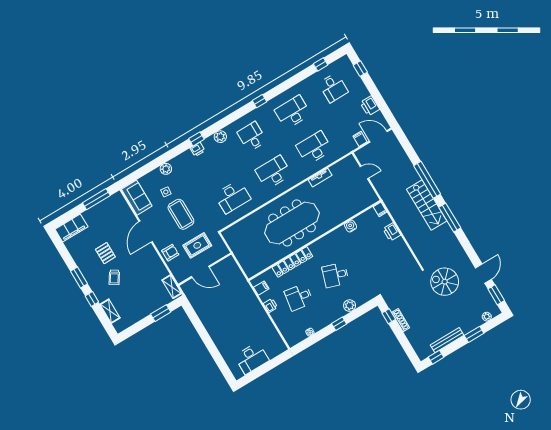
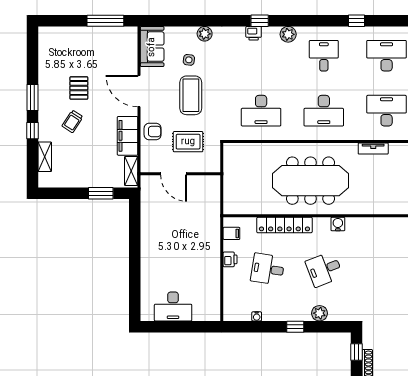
desk: (273, 172) -> (324, 111), turned 180
water cooler: (351, 226) -> (338, 224), moved
filing cabinet: (71, 228) -> (128, 136), moved, turned 90
door: (146, 232) -> (139, 91), hinge flipped
desk: (335, 275) -> (324, 269), turned -39

